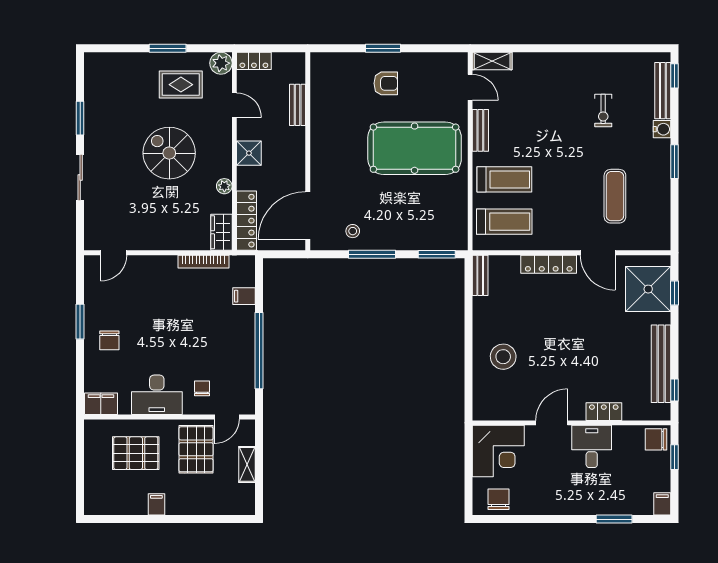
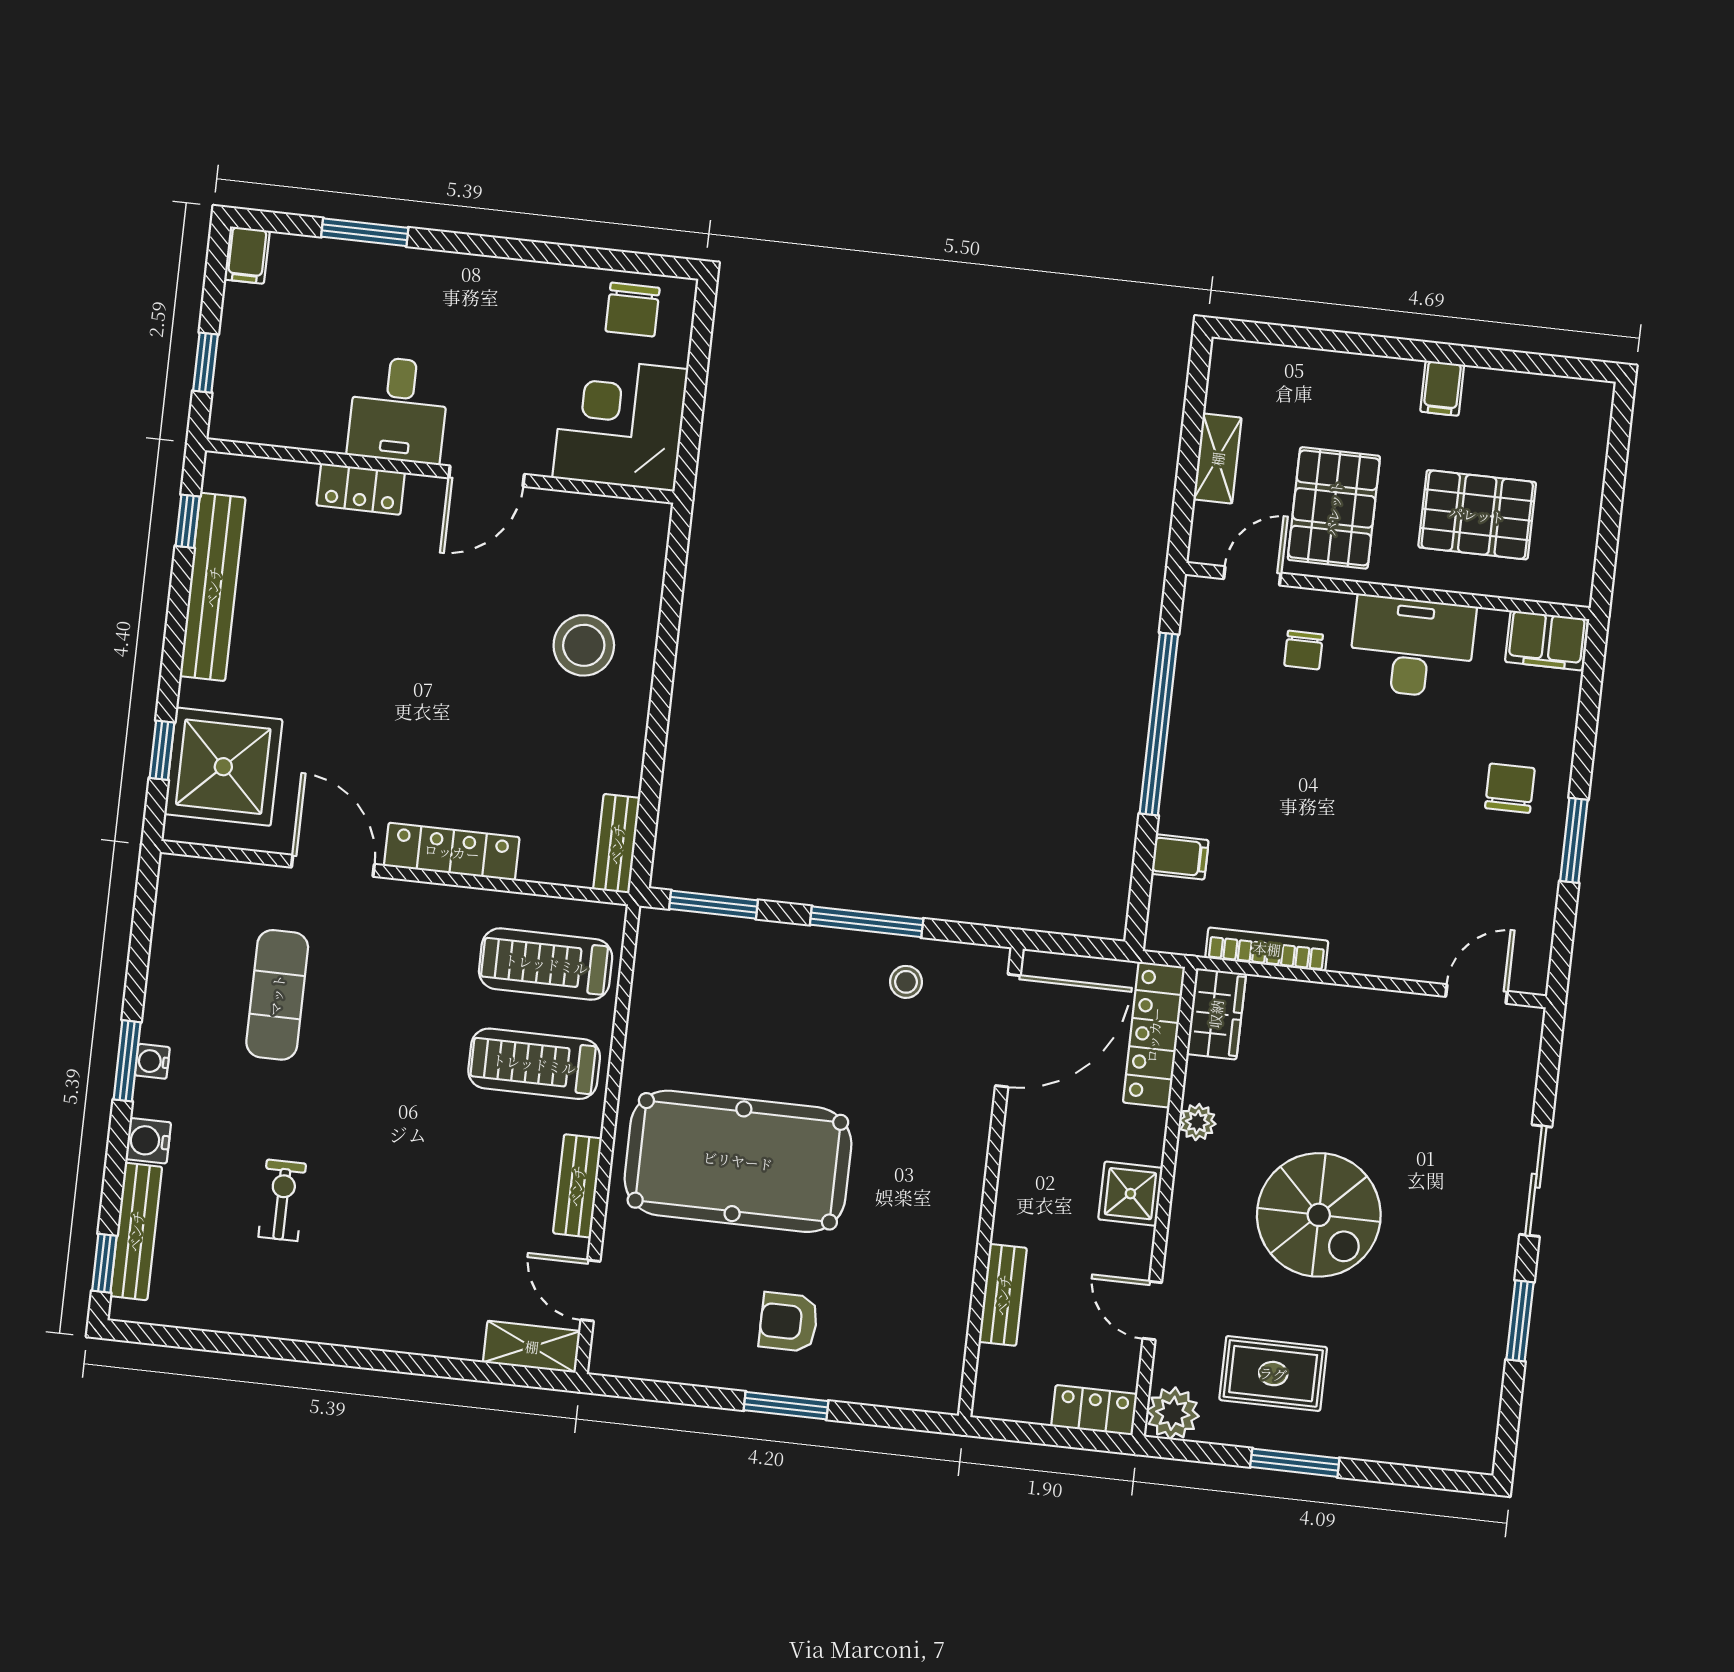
water cooler: (664, 163) -> (152, 1061), added
chair: (656, 439) -> (244, 409), removed

